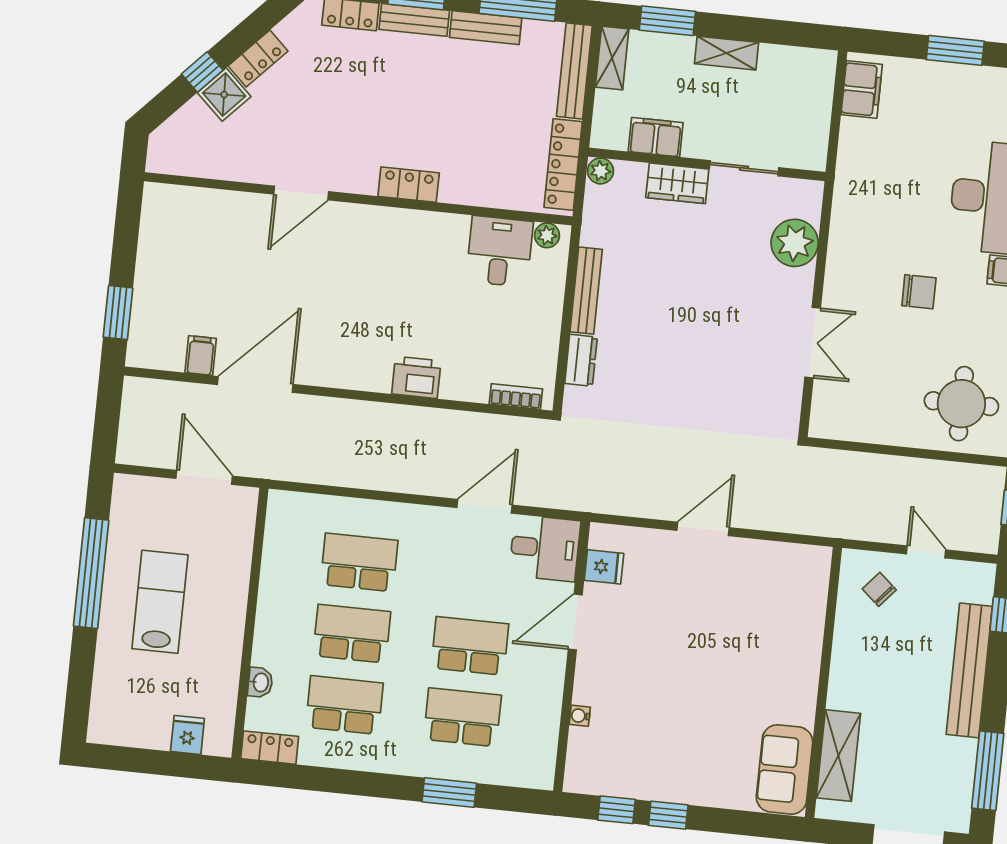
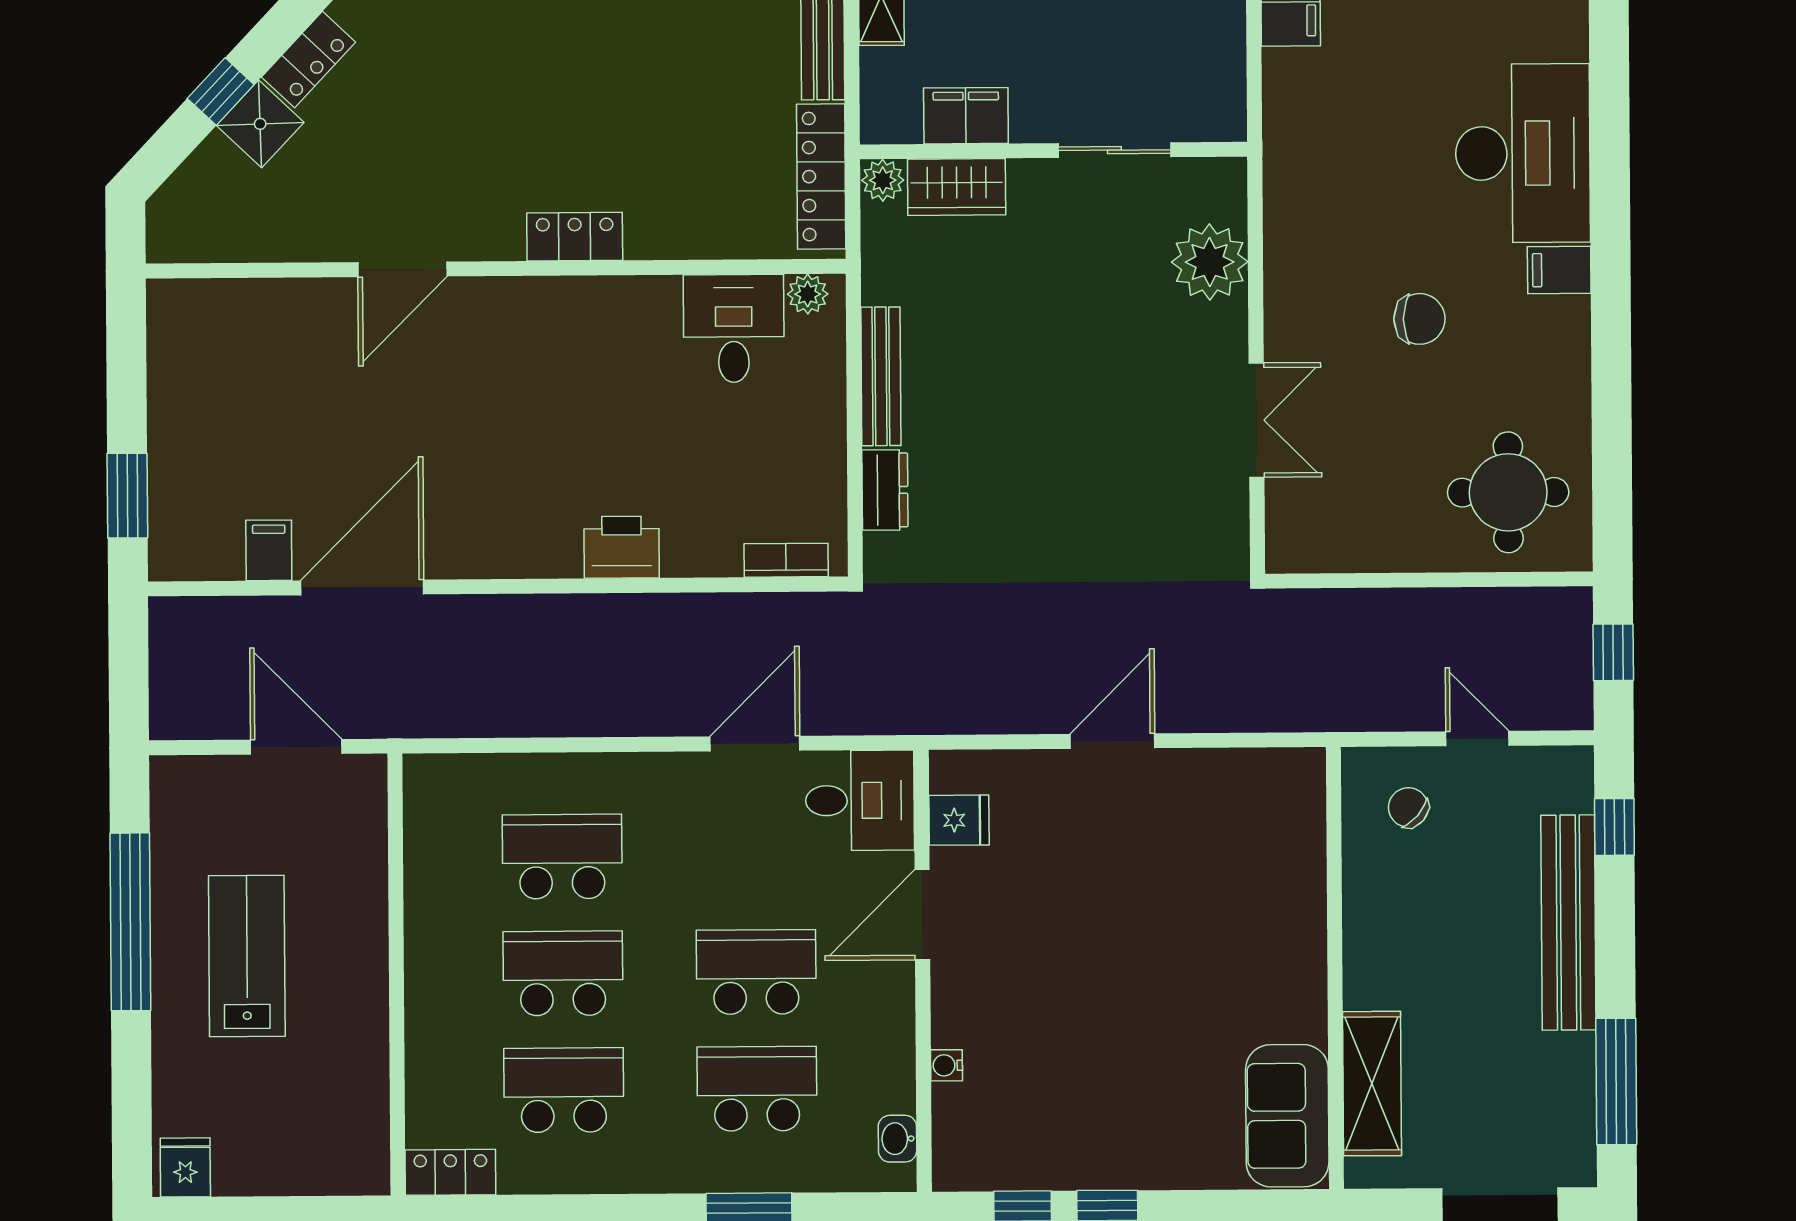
wardrobe: (677, 183) -> (957, 187), moved
washbasin: (260, 682) -> (897, 1139), moved, turned 180
fridge: (187, 735) -> (185, 1167), moved

